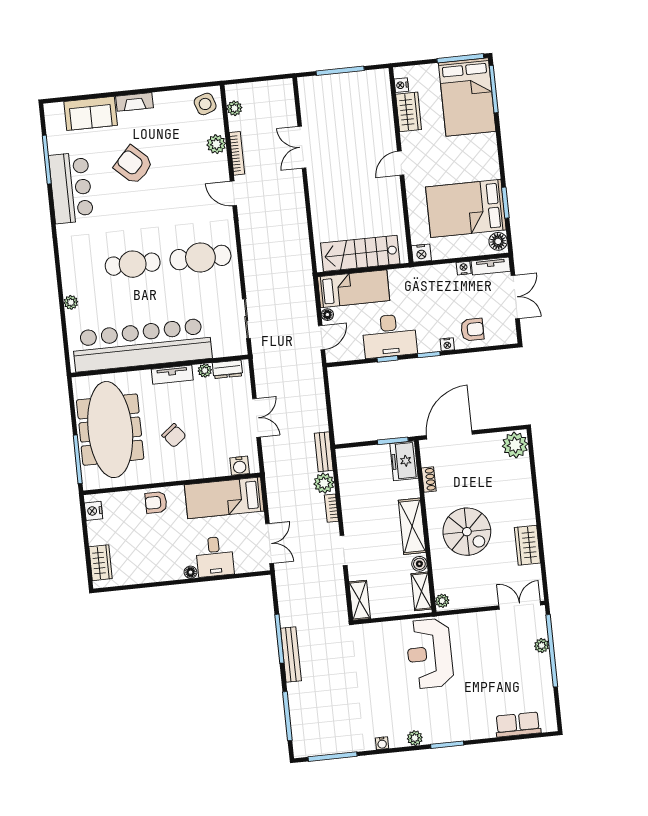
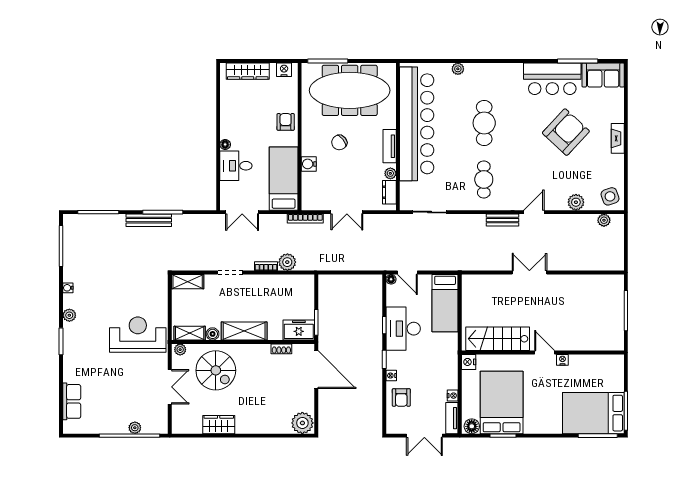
nightstand: (401, 85) -> (562, 360), moved
wardrobe: (409, 112) -> (586, 363), removed
sofa: (91, 113) -> (603, 75), moved, turned -90
double door: (302, 147) -> (529, 272), moved
bookcase: (237, 153) -> (305, 218), moved
armchair: (133, 165) -> (566, 132), width x1.36, depth x1.36
stairs: (360, 253) -> (498, 339), moved, turned -90
cafe table: (200, 258) -> (484, 179), width x0.73, depth x0.74
floor lamp: (327, 315) -> (391, 279), moved
bench: (324, 452) -> (502, 220), moved
water cooler: (240, 466) -> (309, 164), moved
spiral stairs: (467, 532) -> (216, 370), moved, turned -90
wardrobe: (101, 563) -> (248, 71), width x1.50
double door: (520, 605) -> (170, 387), moved

